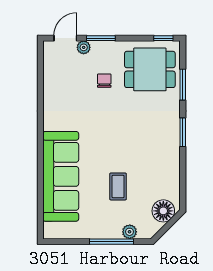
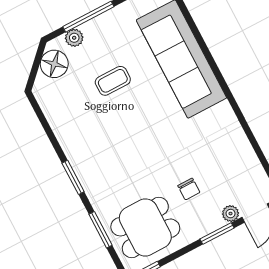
coffee table: (118, 186) -> (113, 81), turned 90
floor lamp: (163, 211) -> (54, 64), moved

